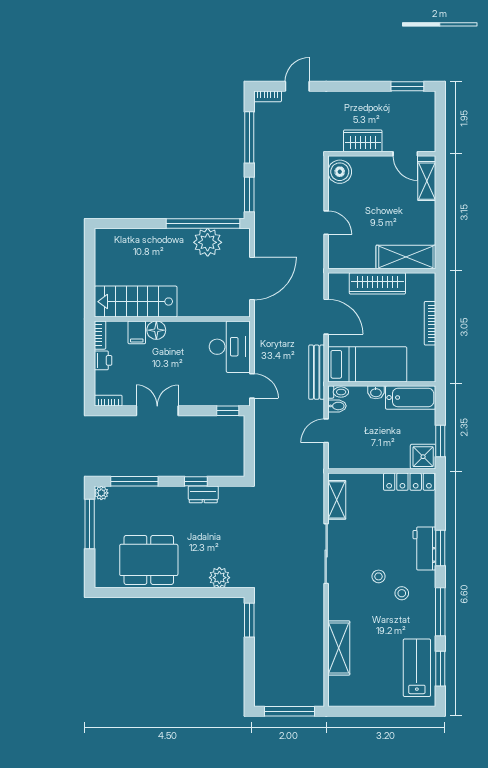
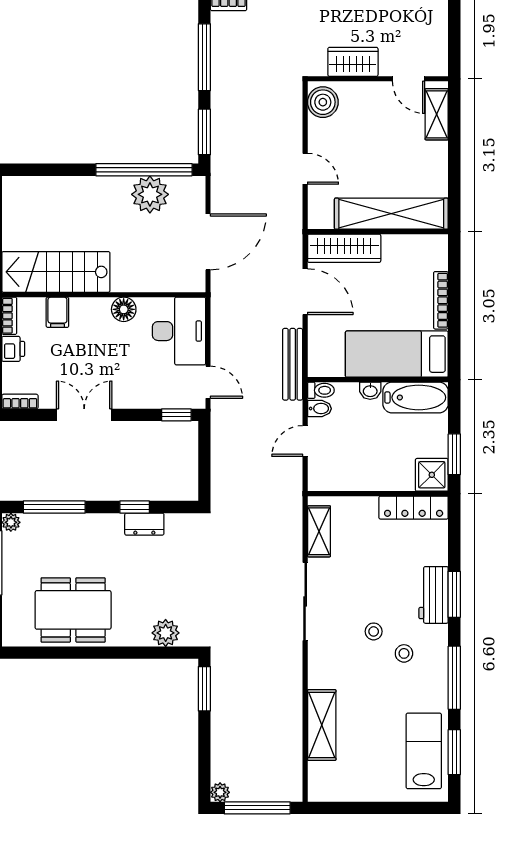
shelving: (406, 257) -> (391, 214), width x1.47
wardrobe: (377, 283) -> (344, 248), moved
floor lamp: (156, 330) -> (124, 309), moved
bed: (367, 364) -> (397, 354), moved, turned 180
plant: (261, 699) -> (220, 792), added

